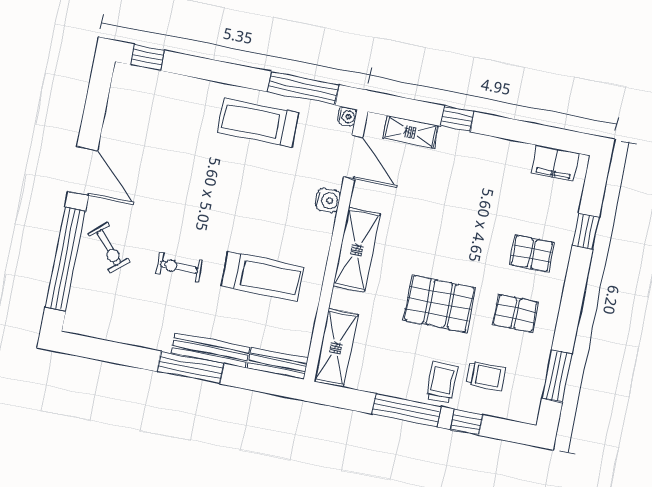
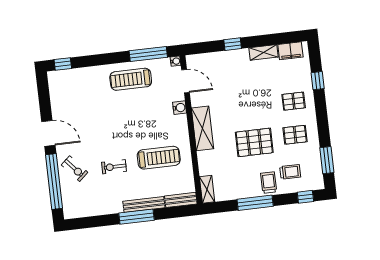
shelving: (410, 132) -> (263, 52), moved
shelving: (336, 348) -> (207, 189), width x0.67, depth x0.75
window: (467, 422) -> (305, 197), moved

